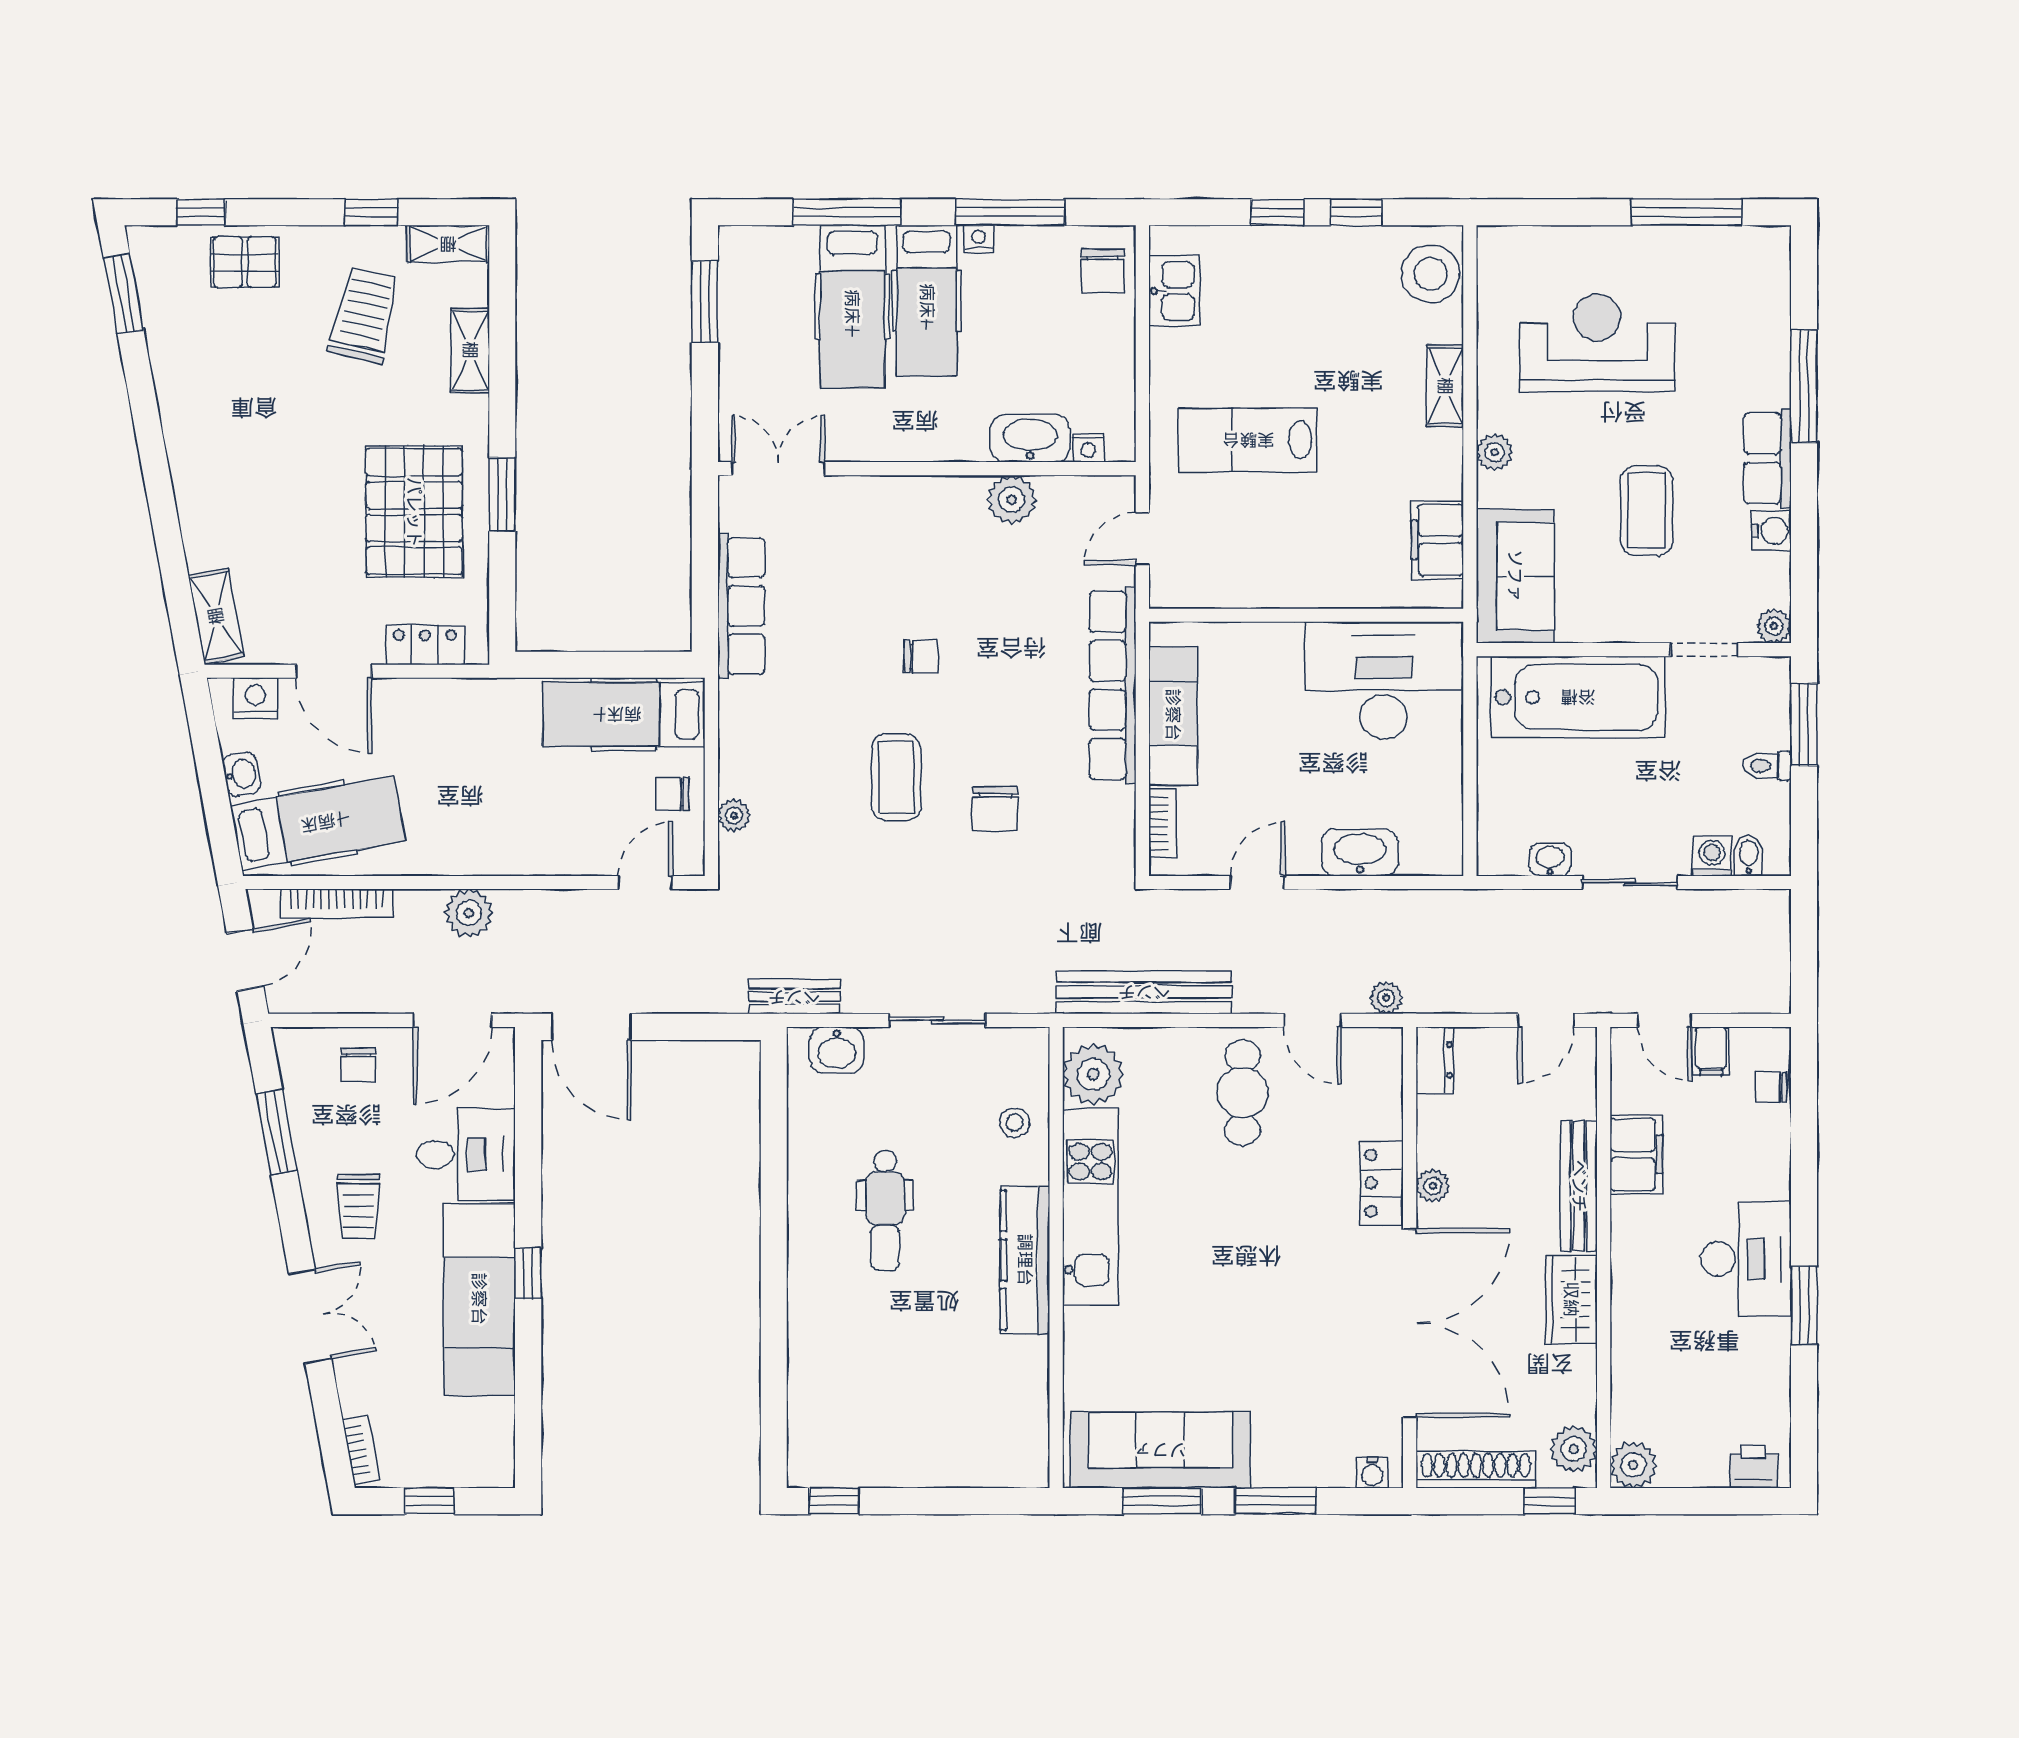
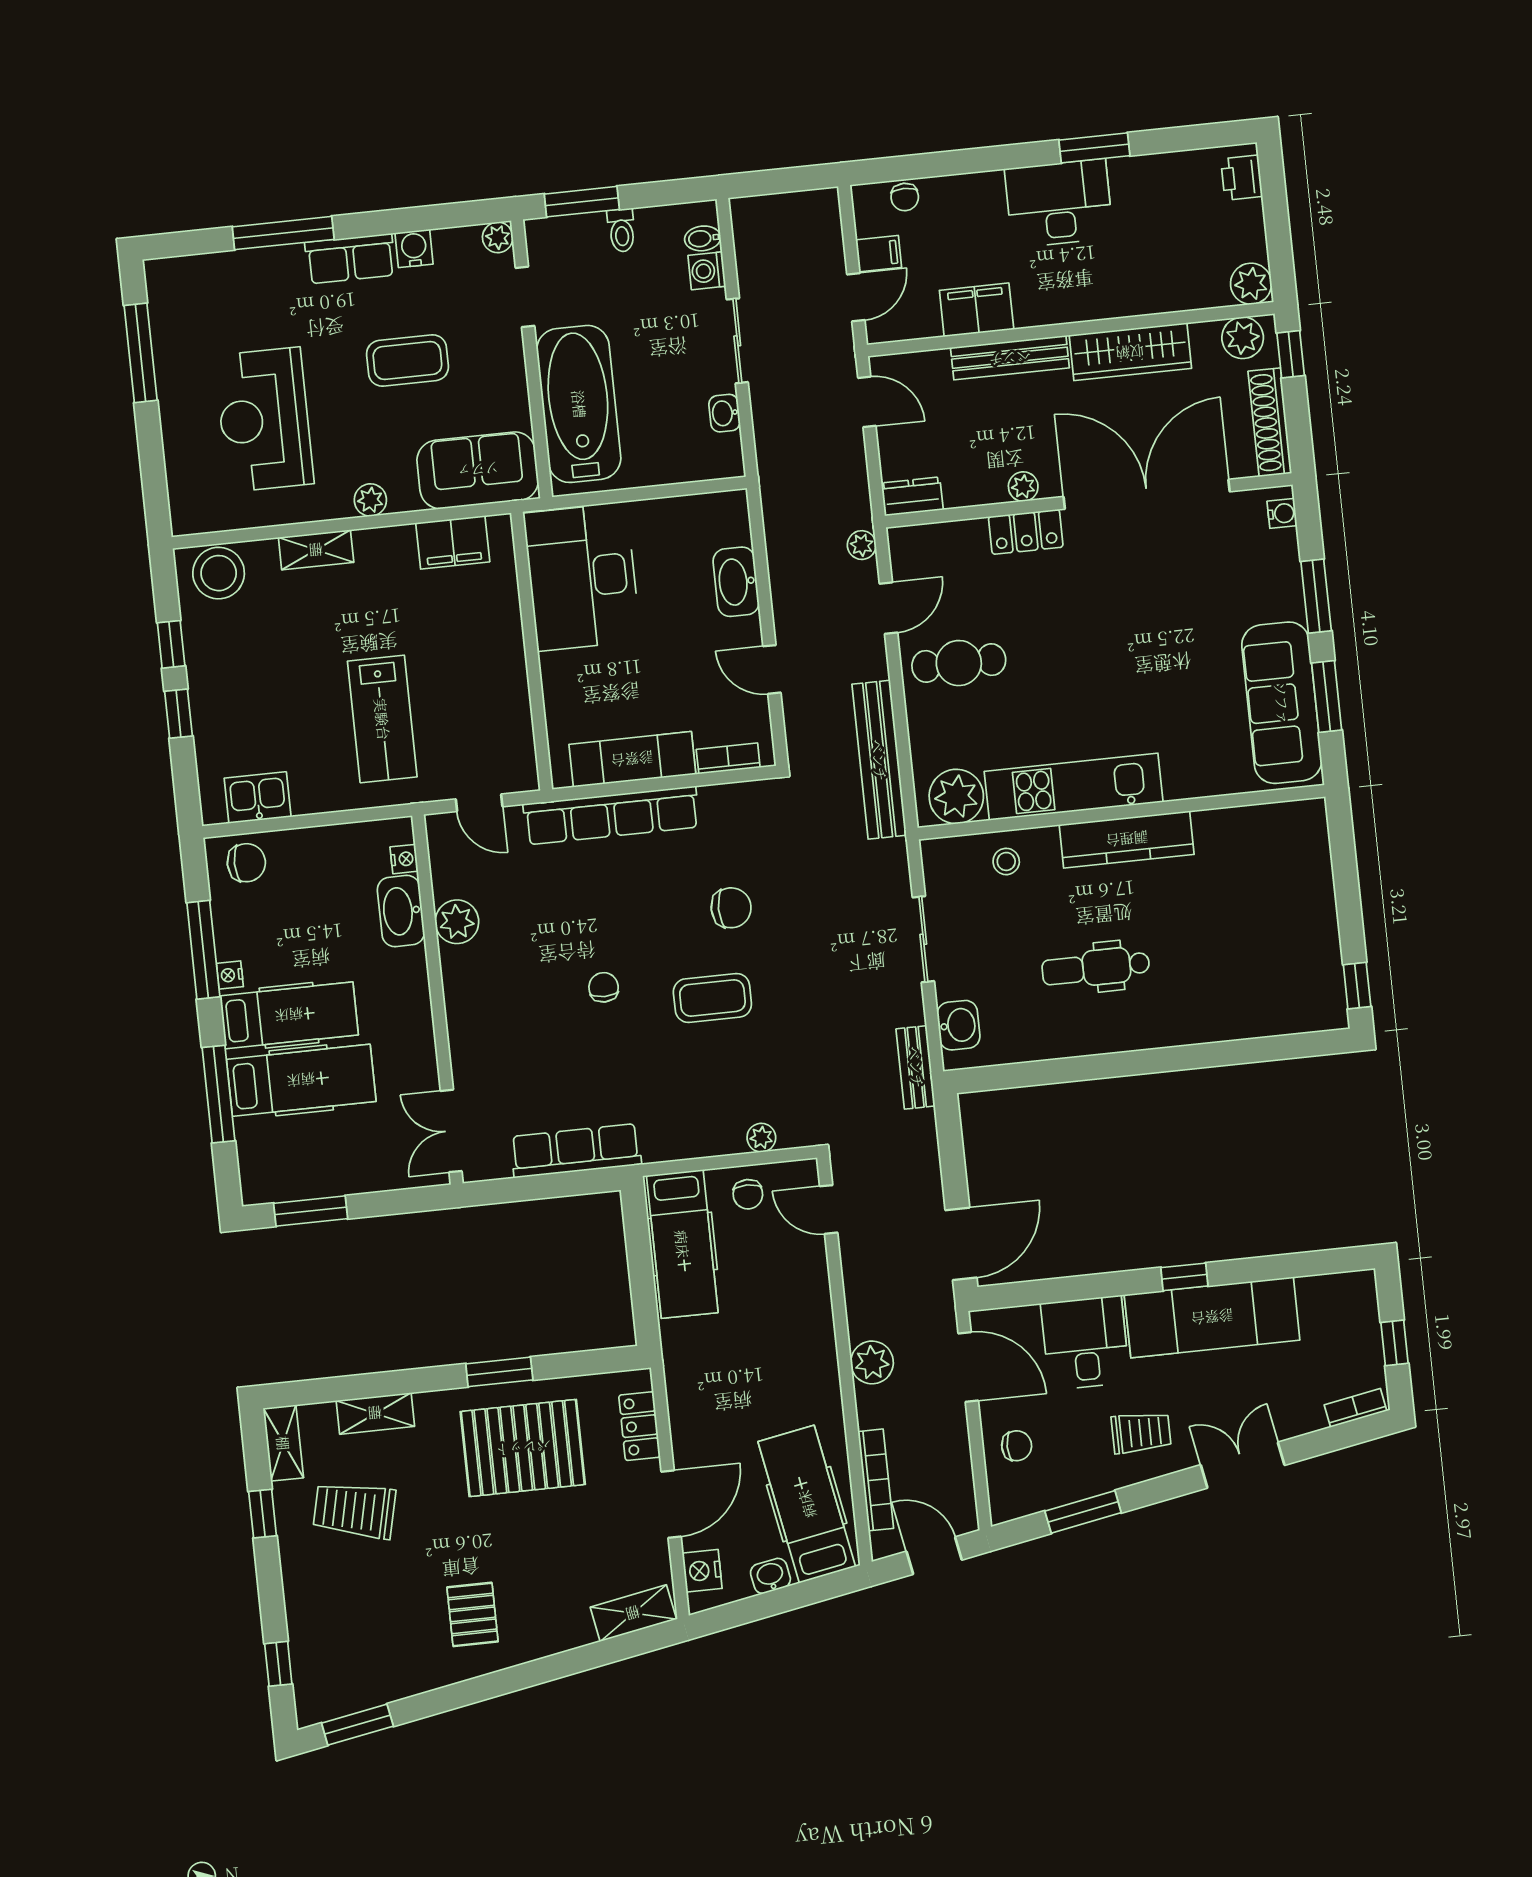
pallet: (245, 262) -> (473, 1614), moved
dental chair: (885, 1210) -> (1096, 968), turned 180
wardrobe: (1571, 1299) -> (1130, 352), width x1.50

